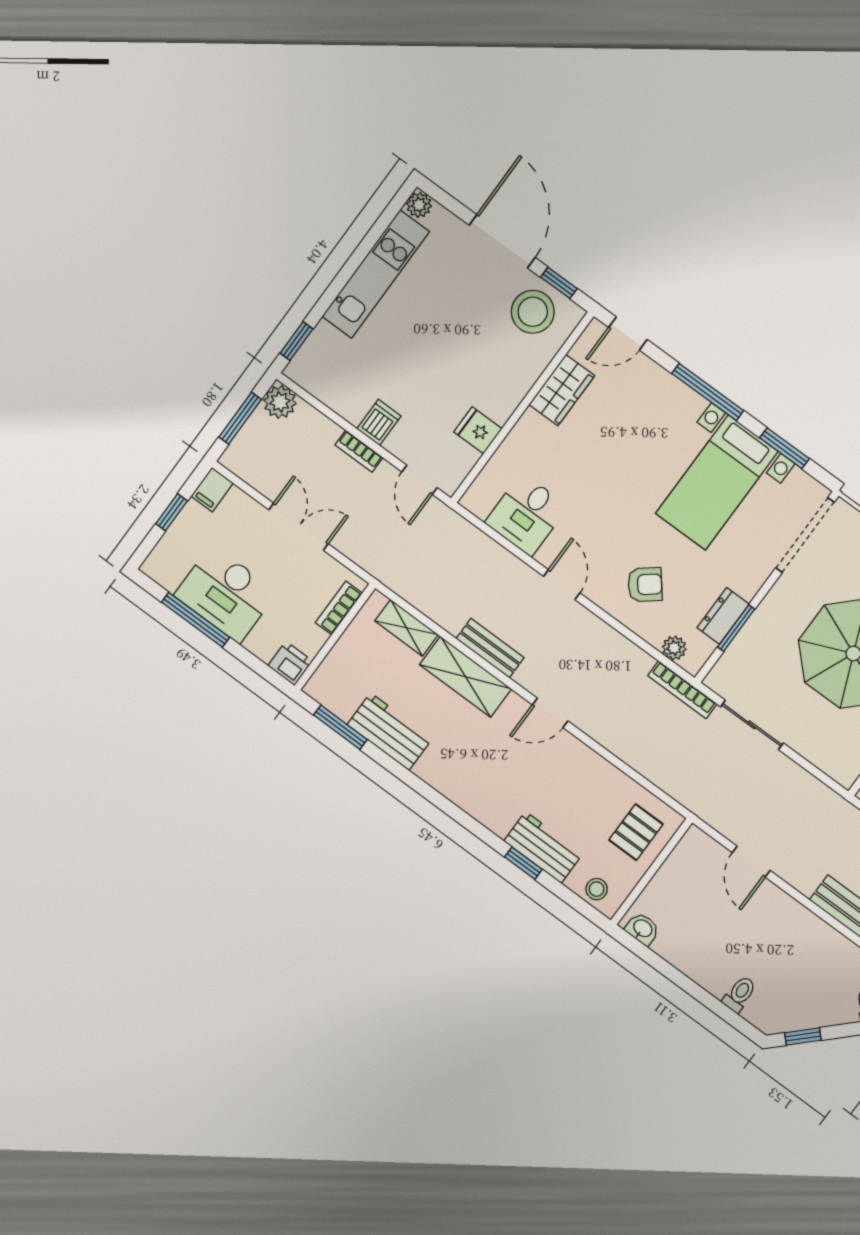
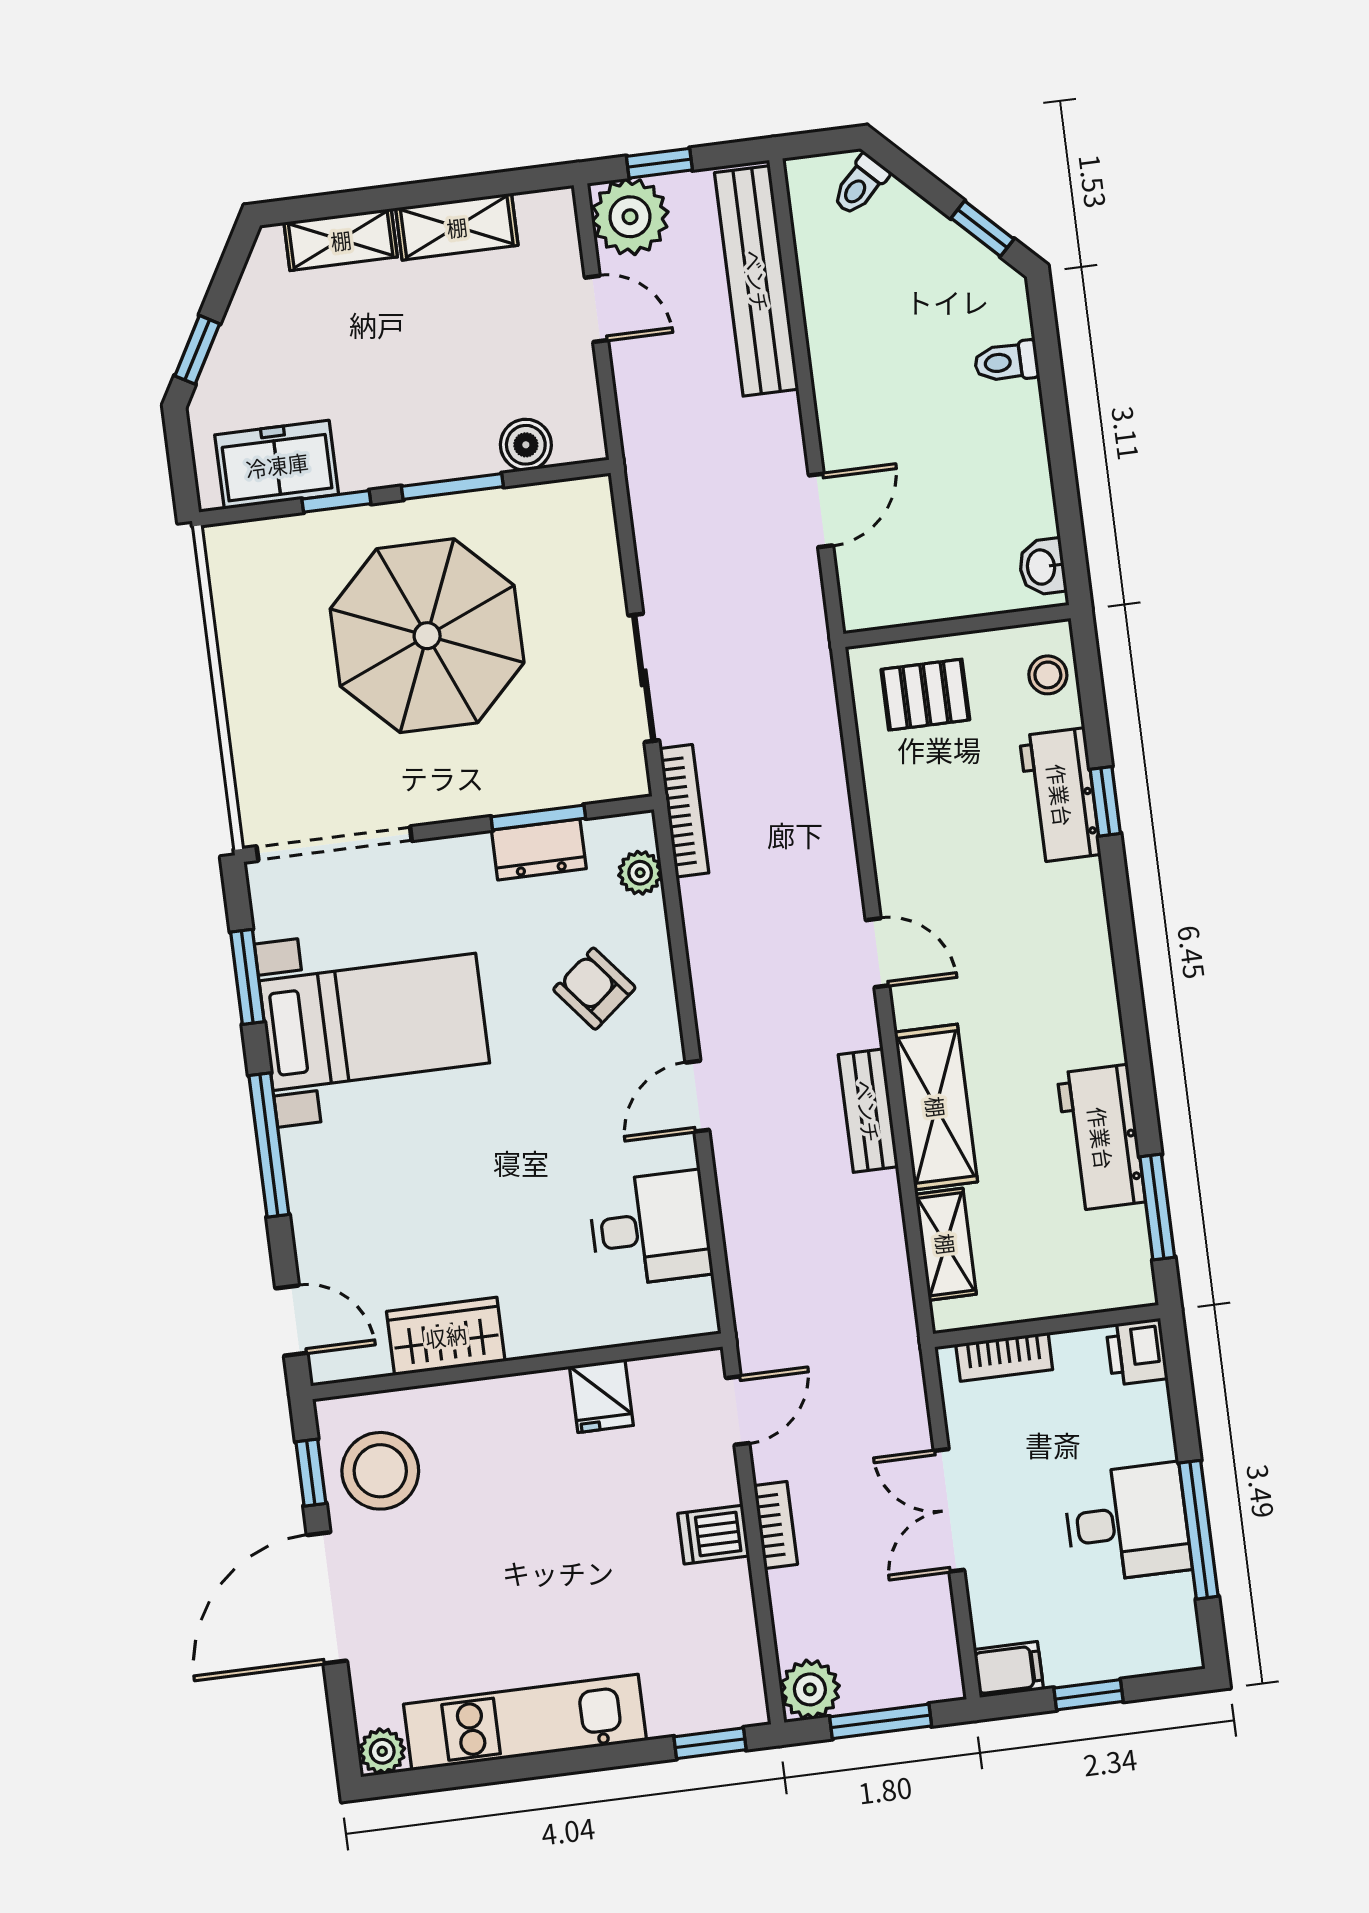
desk: (226, 594) -> (1127, 1523), width x0.73

